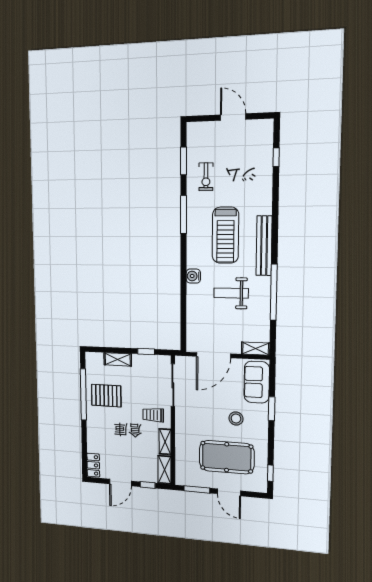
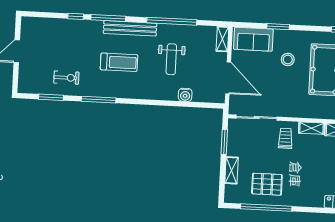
window: (276, 157) -> (76, 16), moved
window: (275, 220) -> (108, 18), added
treadmill: (225, 235) -> (119, 62), width x0.73, depth x0.73
water cooler: (193, 276) -> (185, 95), moved
window: (146, 352) -> (224, 142), width x1.50
pallet: (106, 396) -> (267, 184), turned 90
trolley: (153, 415) -> (285, 138), turned 180

